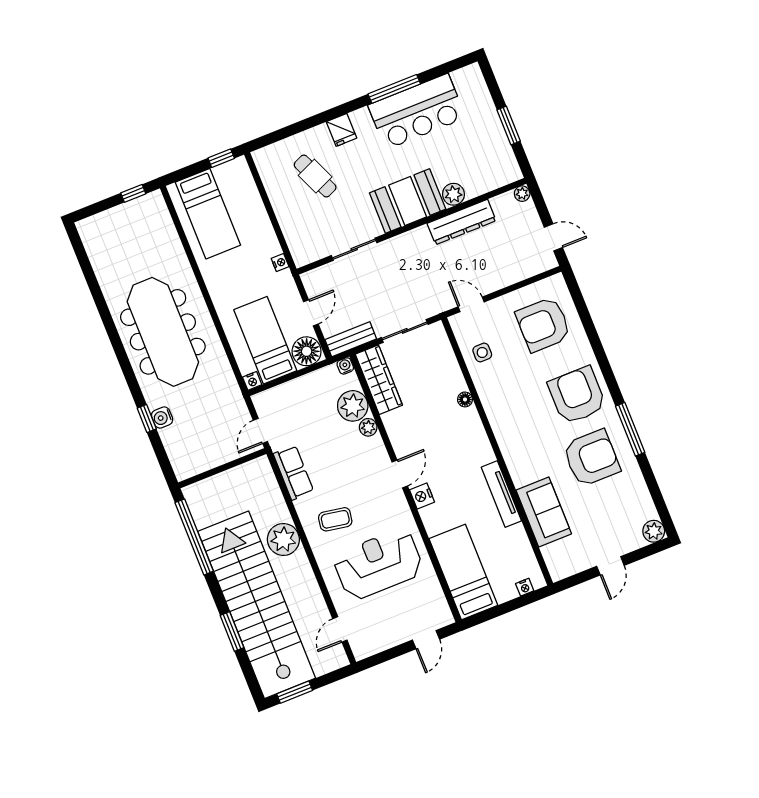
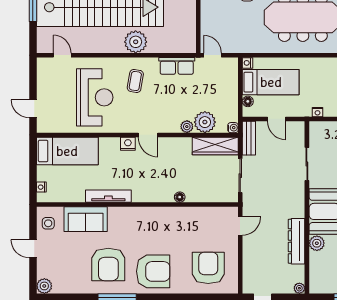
floor lamp: (307, 351) -> (248, 101), width x0.53, depth x0.53
side table: (482, 352) -> (48, 223), moved

